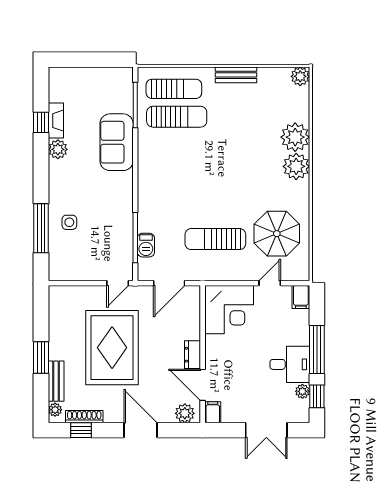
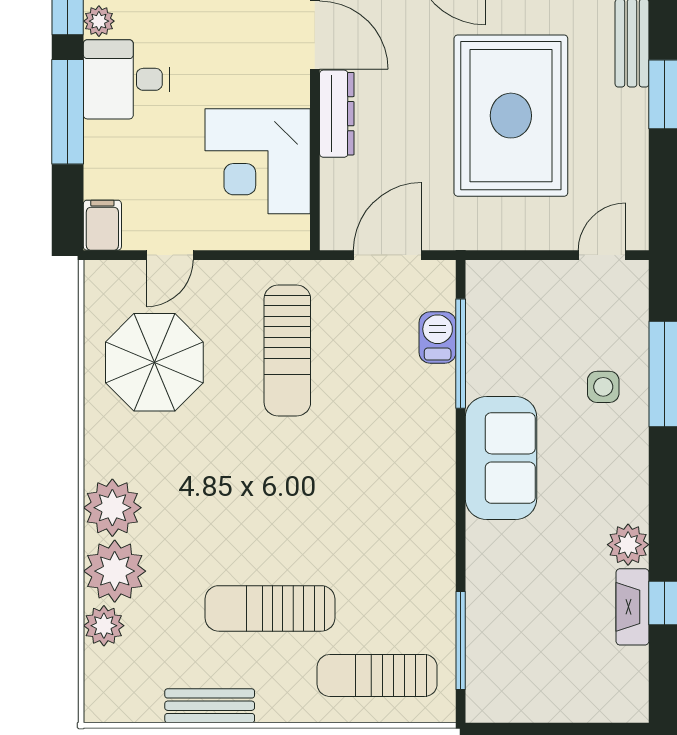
bench: (236, 75) -> (210, 706), moved
plant: (300, 76) -> (104, 626), moved
sun lounger: (177, 117) -> (270, 608), moved
sofa: (117, 142) -> (501, 458), moved
sun lounger: (215, 239) -> (287, 351), turned 90
door: (118, 283) -> (602, 255), moved
corner desk: (229, 310) -> (258, 161), moved, turned -90
dresser: (192, 355) -> (337, 114), width x1.44

